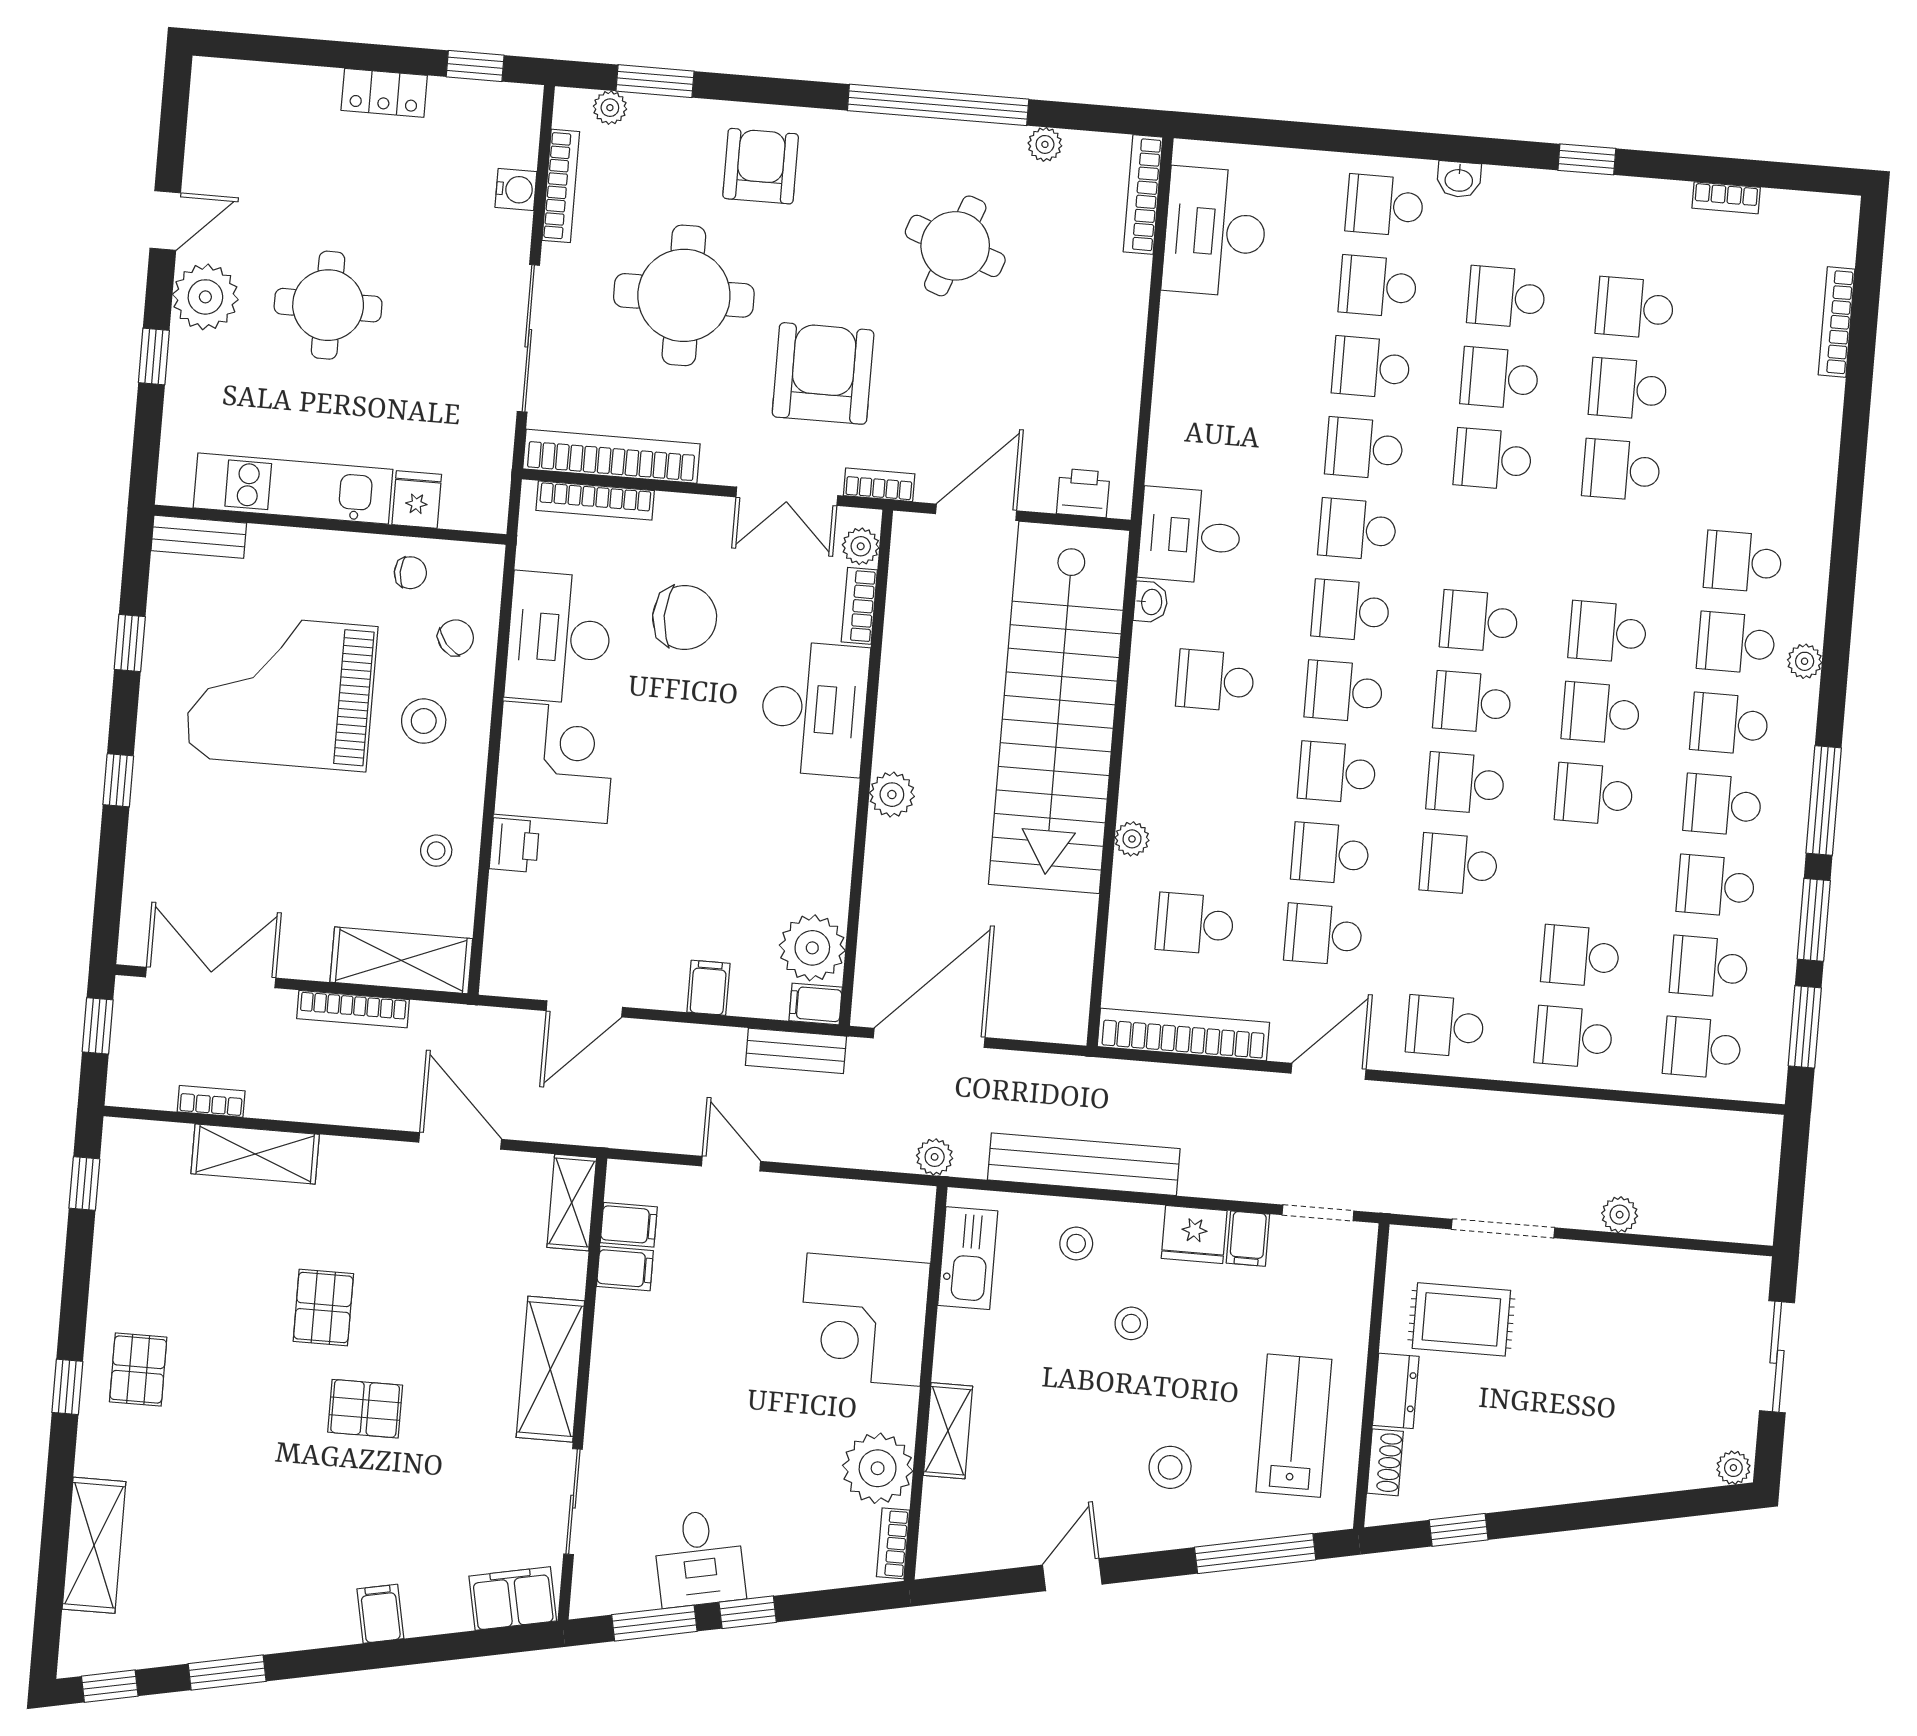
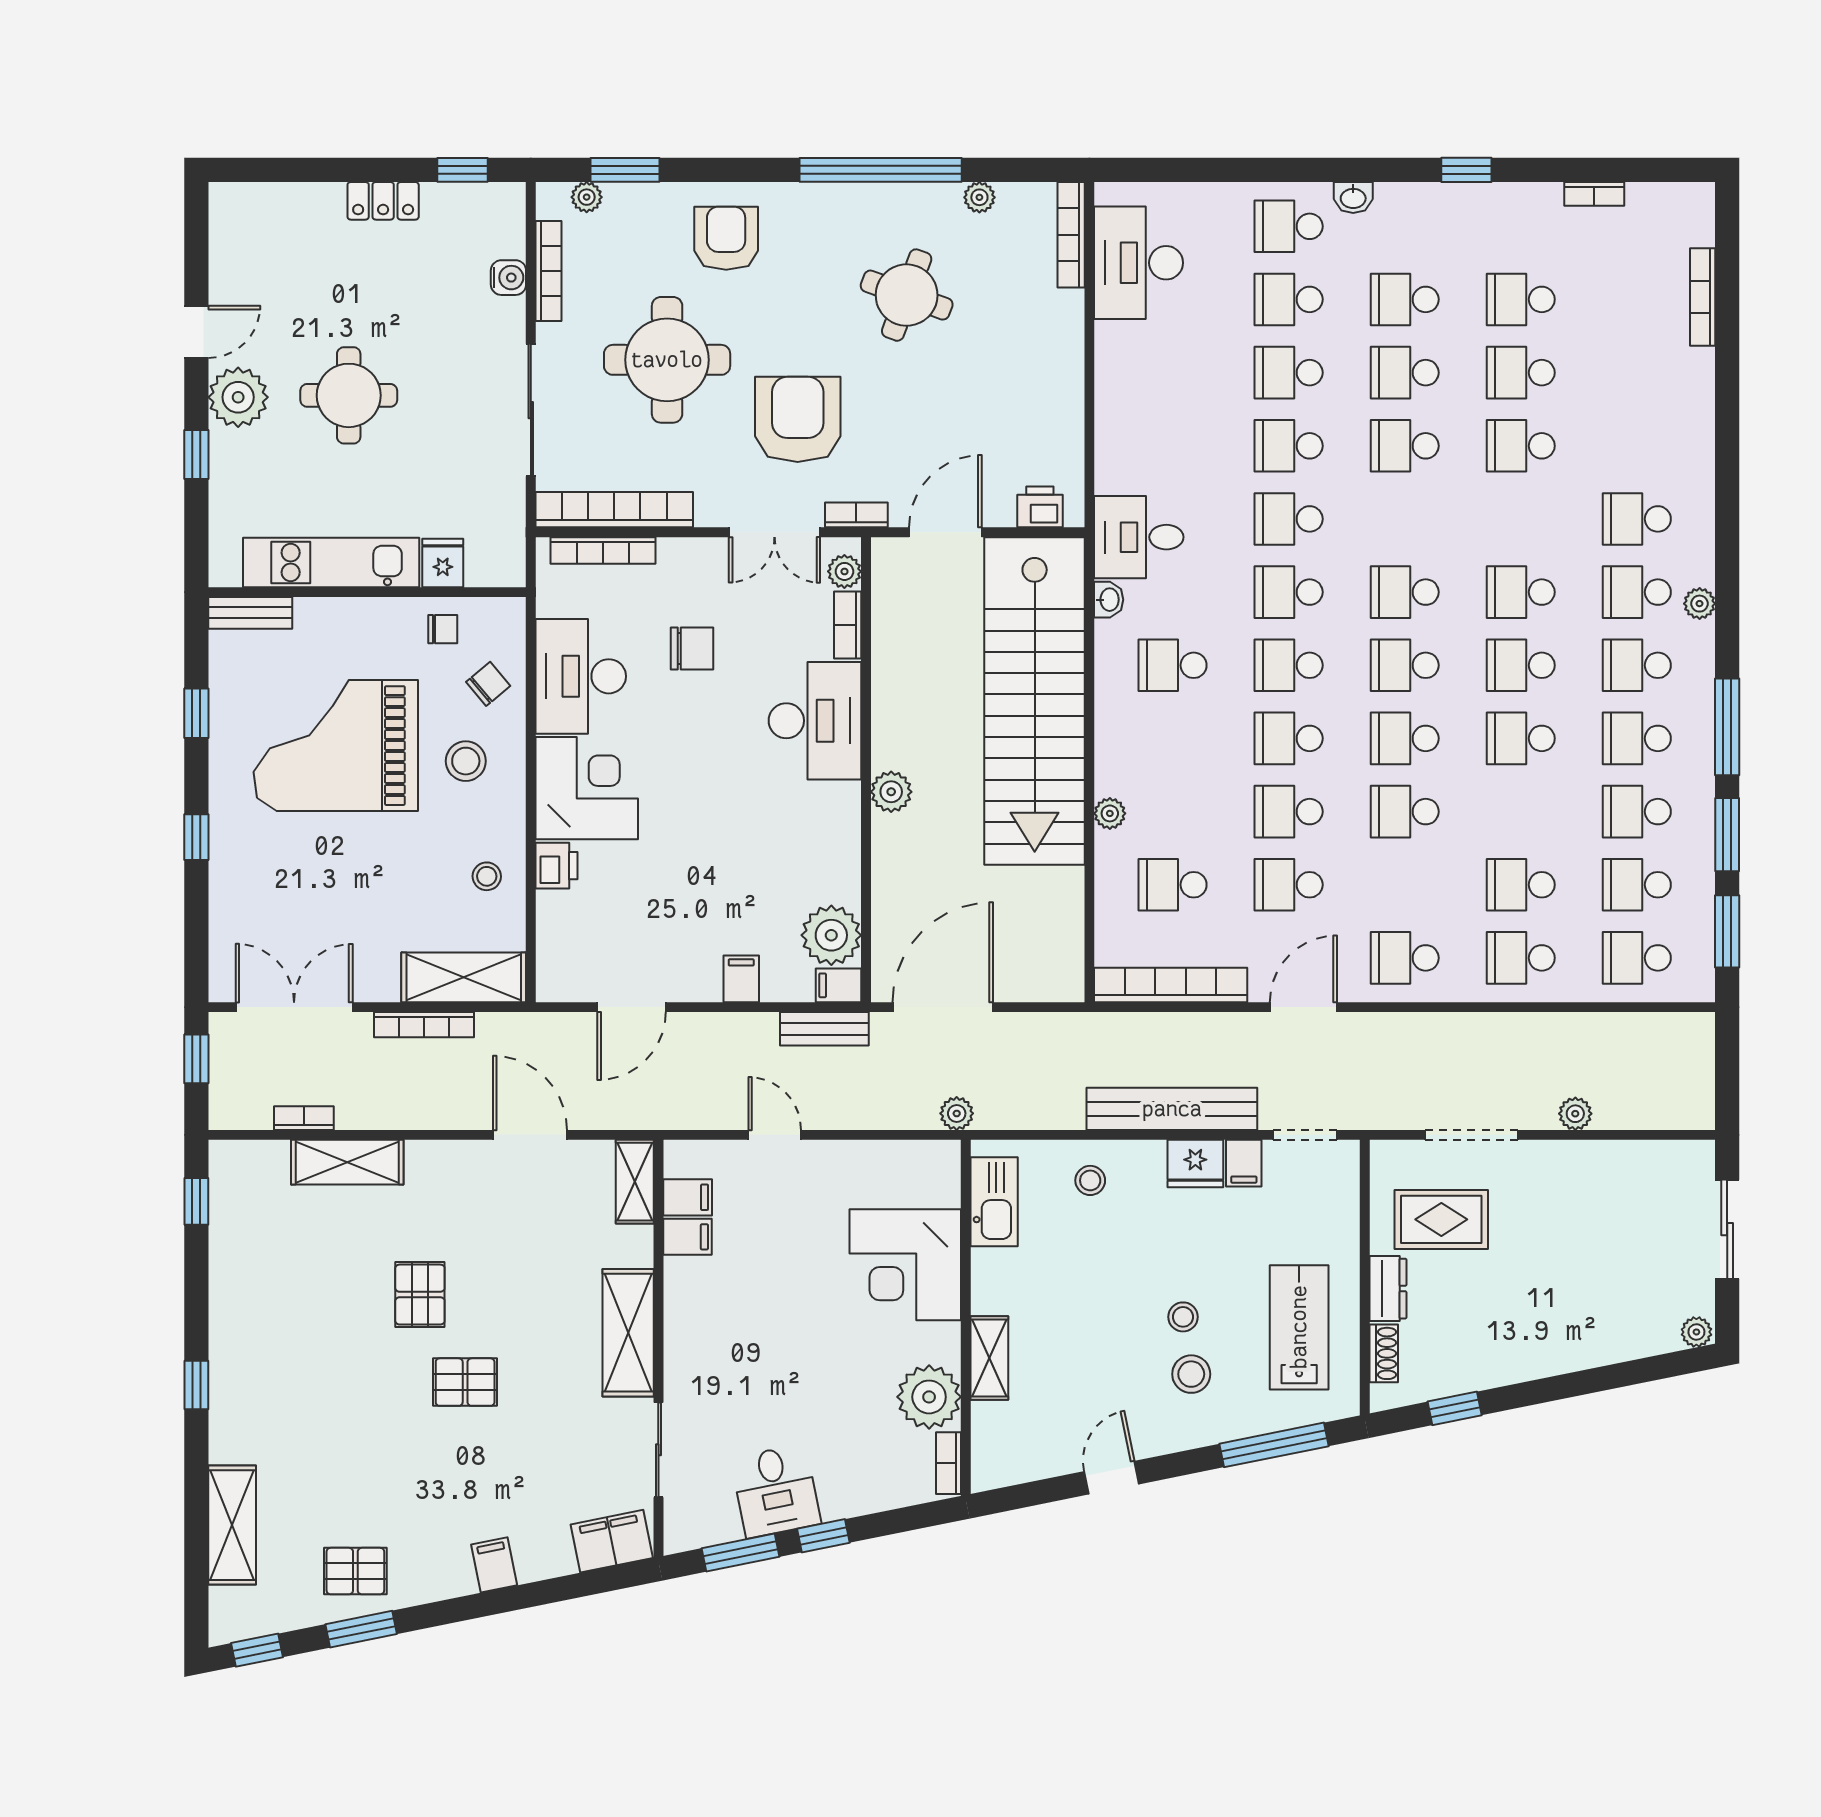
chair: (685, 617) -> (692, 649), width x0.73, depth x0.73
bench: (1084, 1164) -> (1172, 1109), moved
stool: (1131, 1323) -> (1183, 1317), moved
pallet: (138, 1369) -> (355, 1571), moved, turned 90

